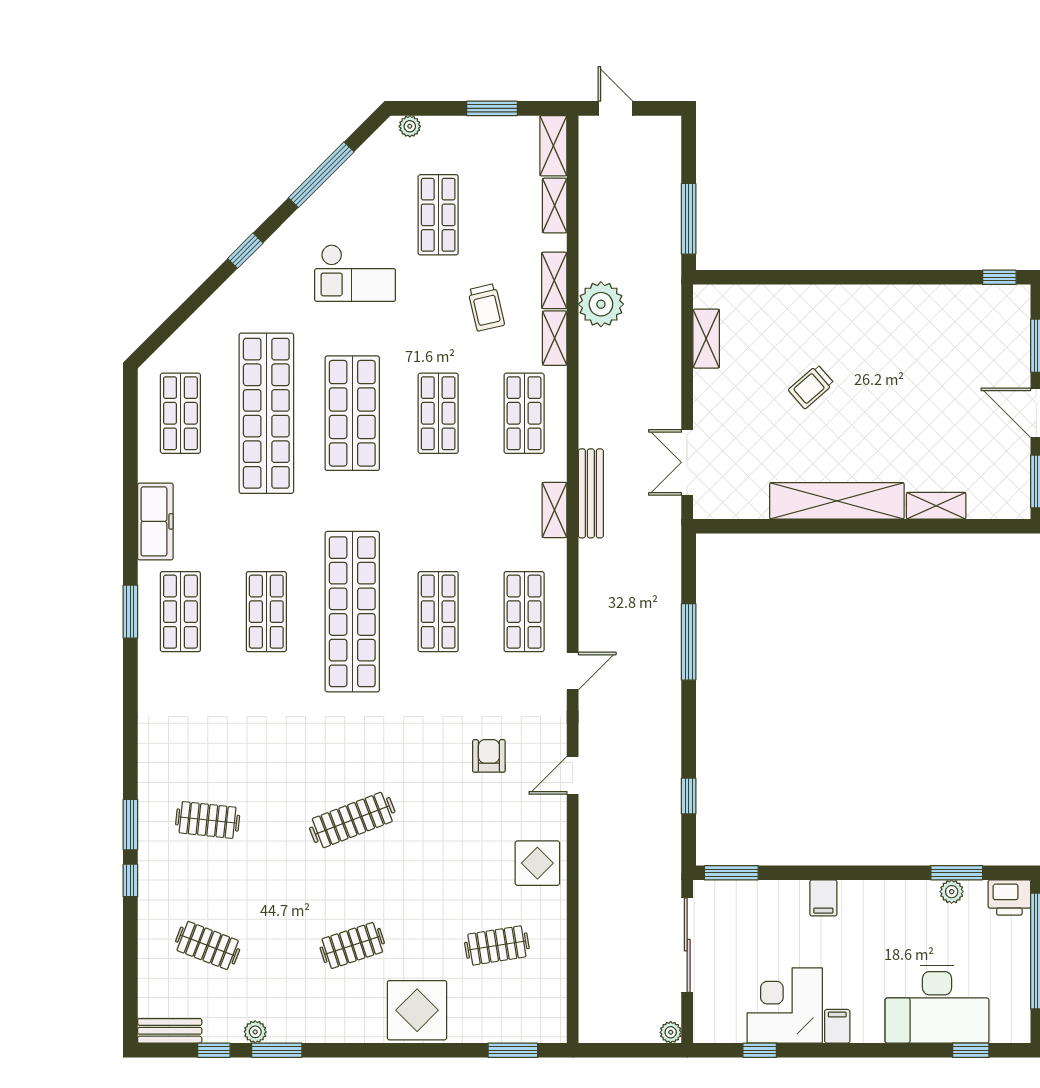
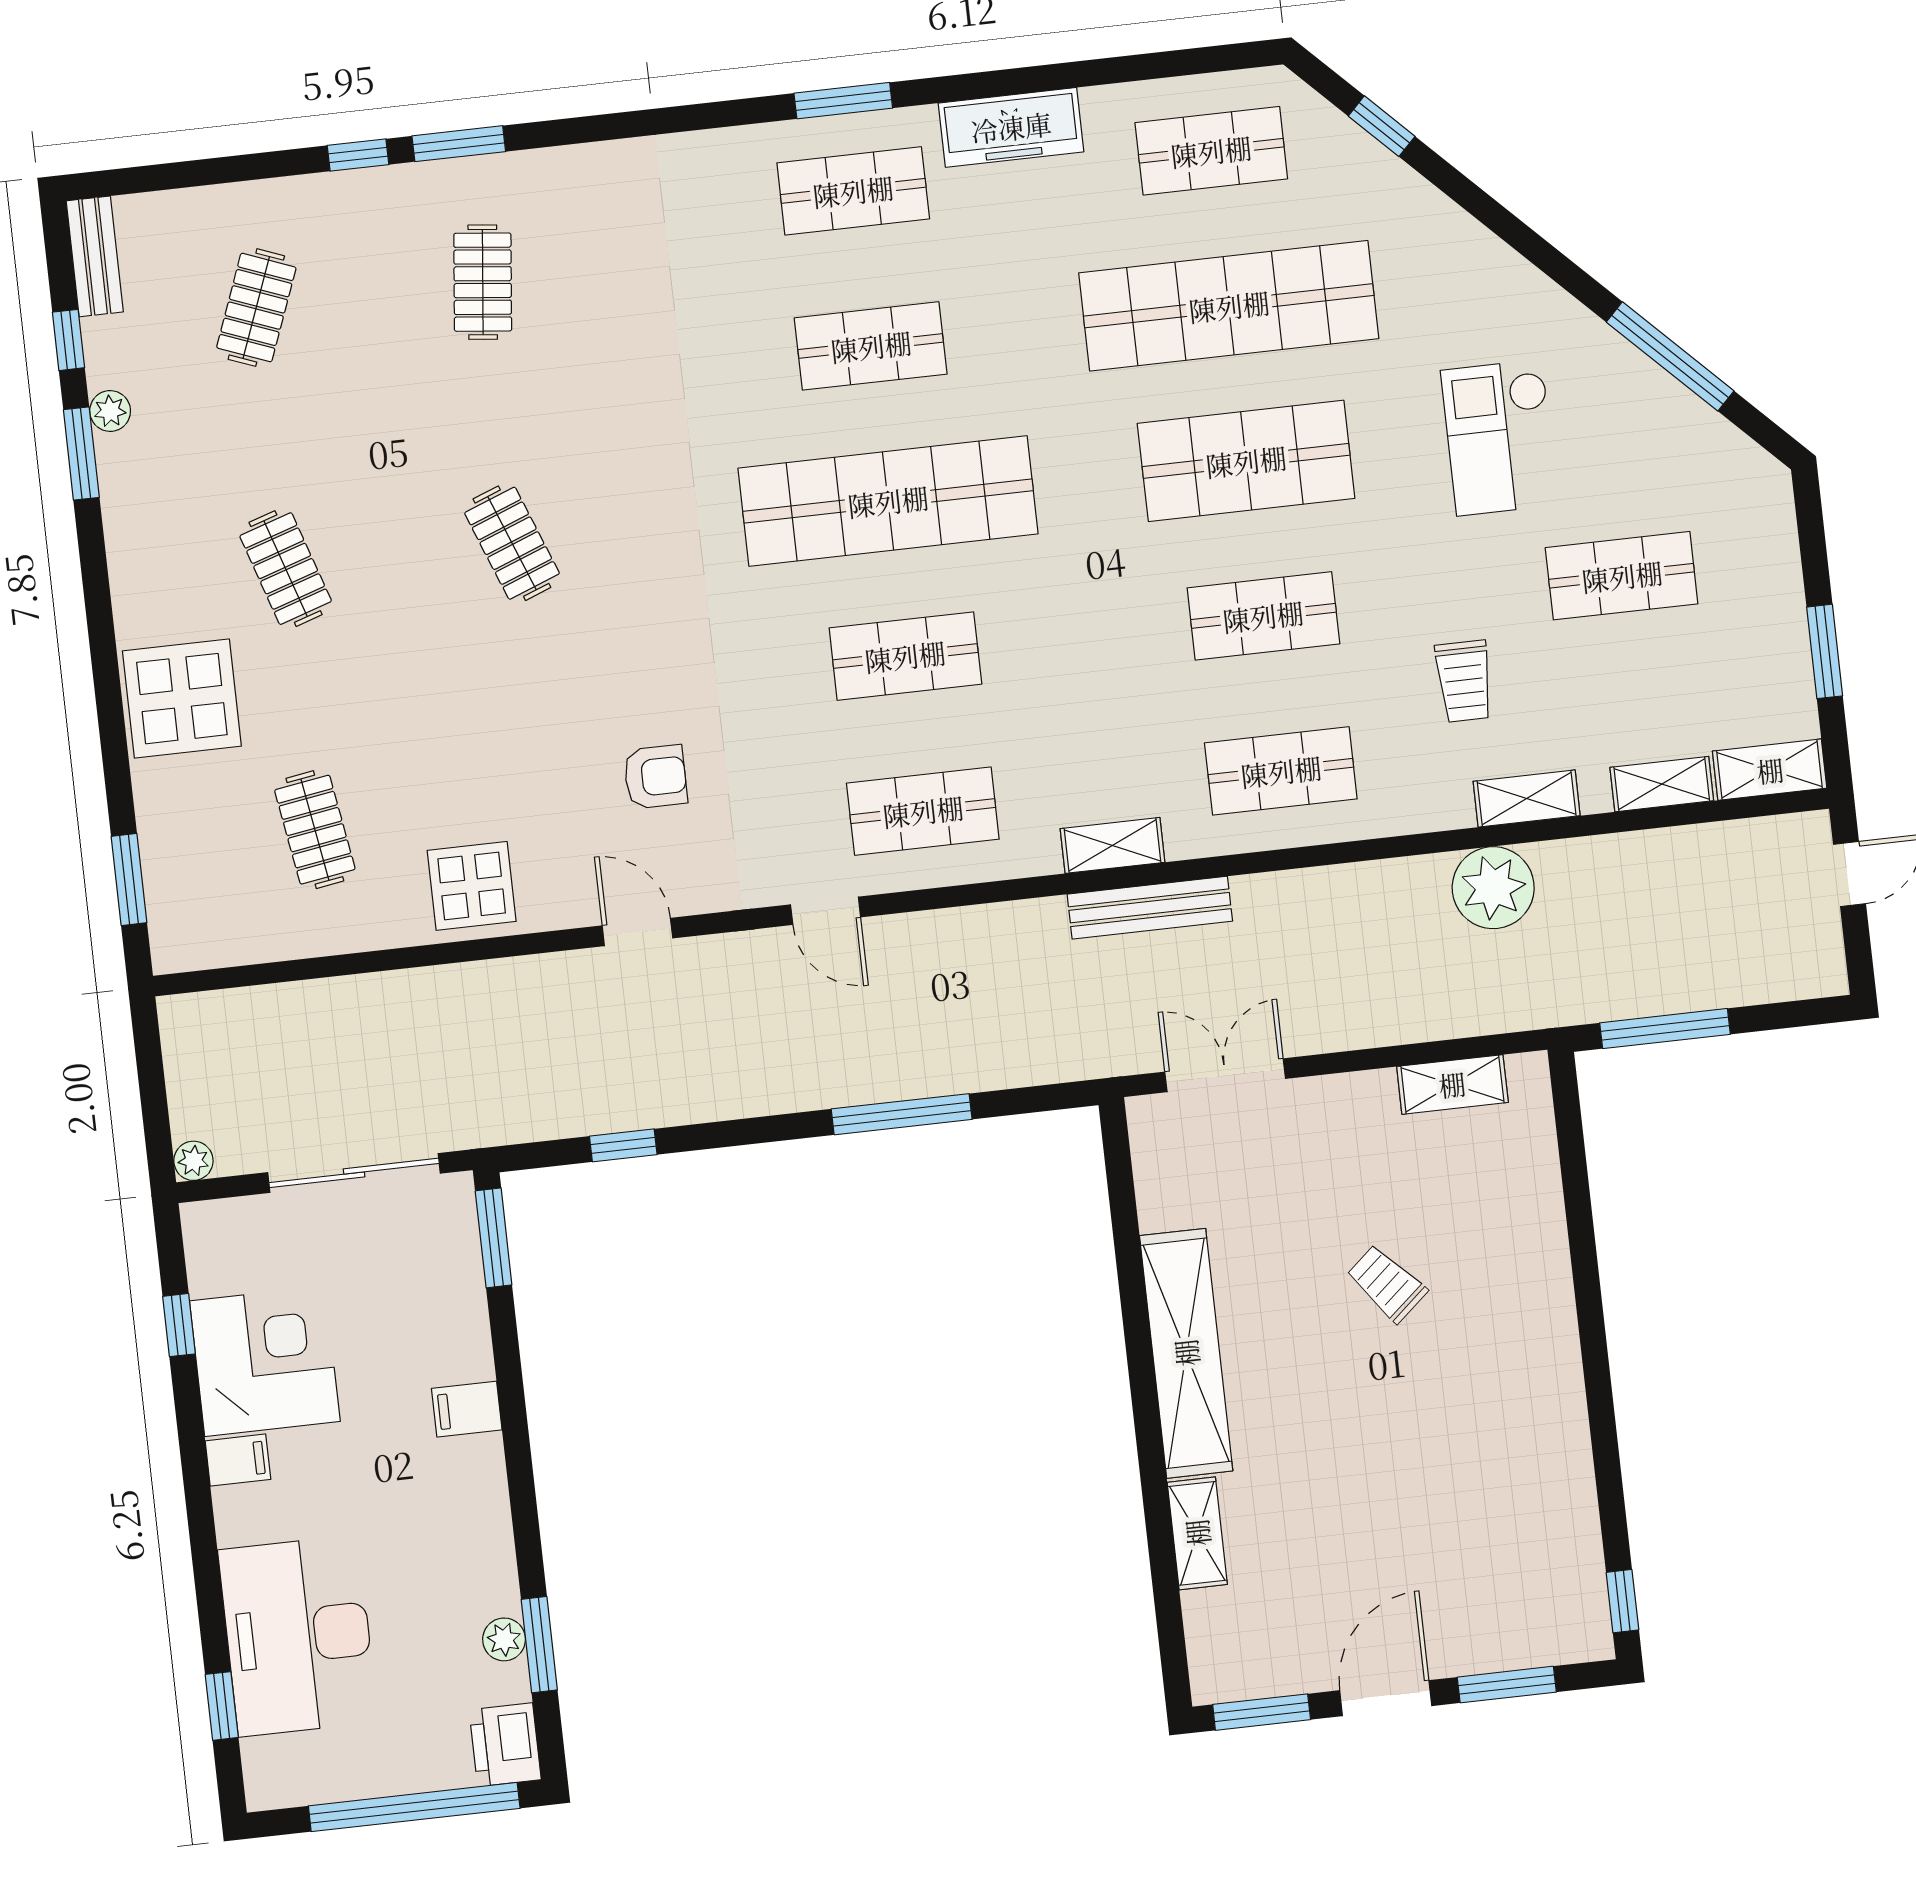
plant: (410, 126) -> (1776, 507), removed
window: (245, 251) -> (1382, 126), moved
trolley: (486, 307) -> (1464, 681), turned -77
shelving: (555, 338) -> (1423, 811), removed
clothes rail: (352, 820) -> (512, 543), width x0.73

